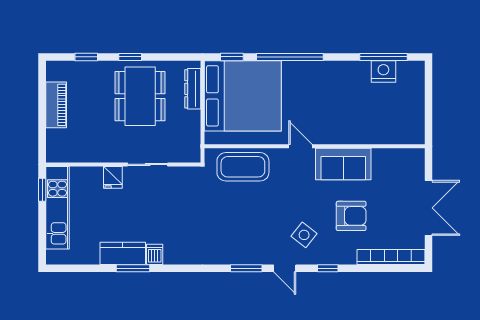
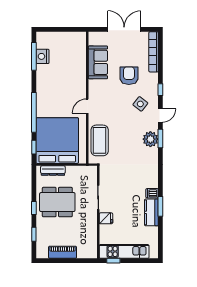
sofa: (343, 164) -> (98, 62), moved
plant: (245, 252) -> (150, 139), added

